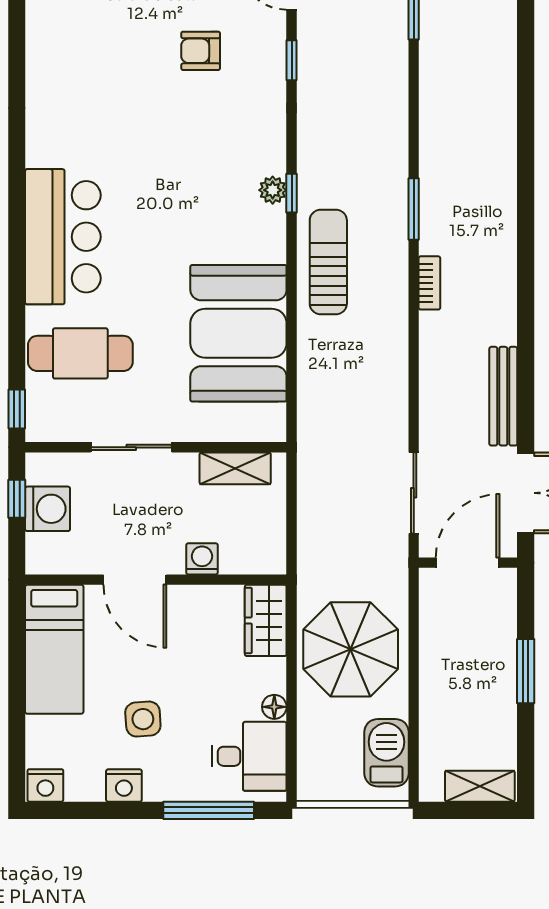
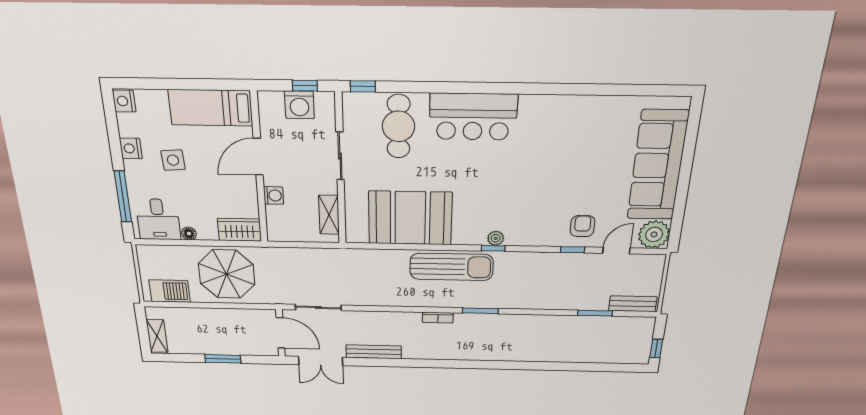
armchair: (201, 51) -> (583, 226), moved
sun lounger: (328, 262) -> (451, 267), width x1.36, depth x1.34

